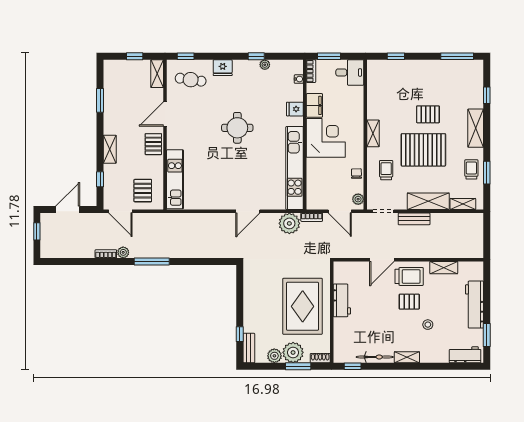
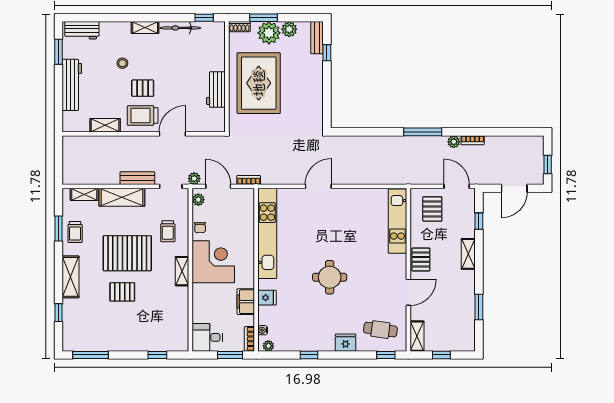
plant: (265, 65) -> (268, 346), moved
corner desk: (326, 138) -> (213, 262), moved, turned 180
plant: (289, 223) -> (194, 179), moved, width x0.53, depth x0.53

